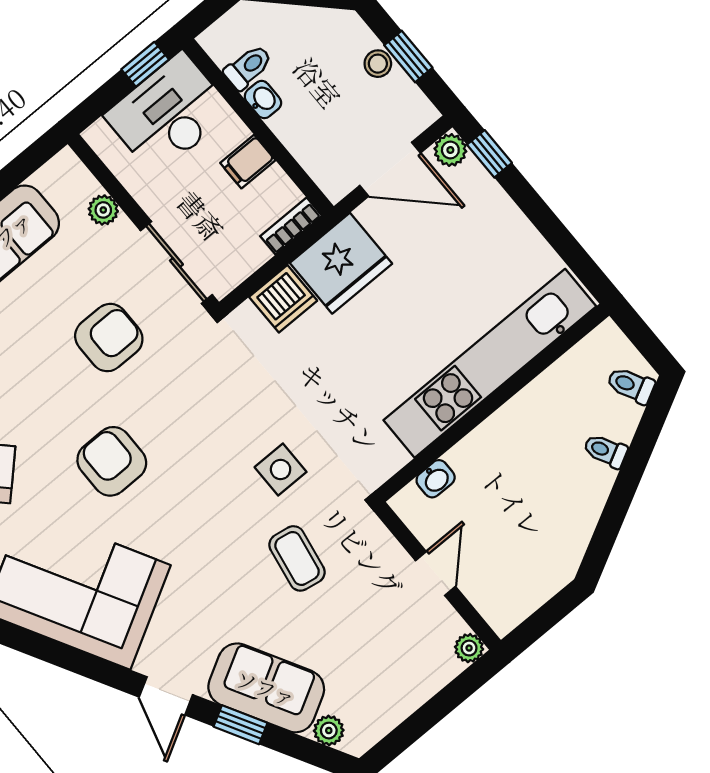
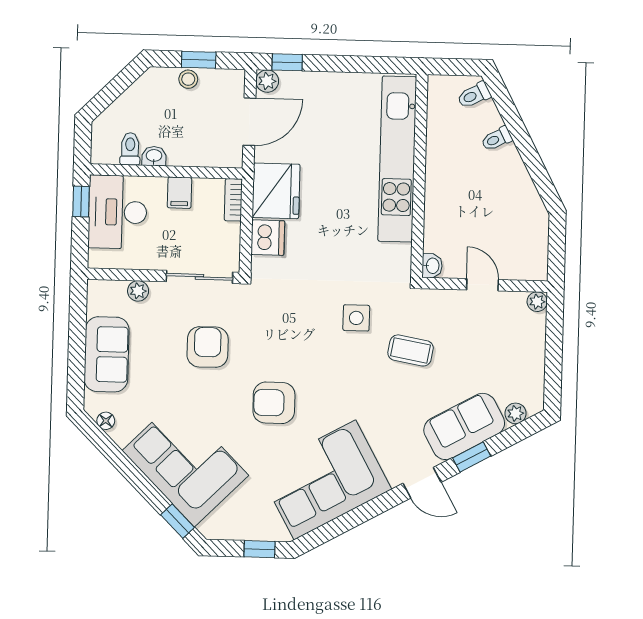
washbasin: (436, 479) -> (432, 266), moved

